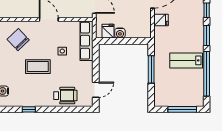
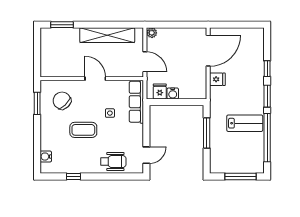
lab bench: (186, 60) -> (245, 123), turned 180

